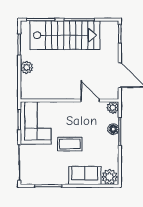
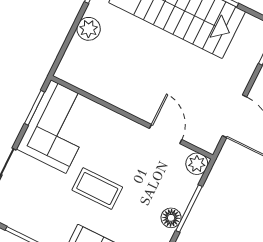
floor lamp: (113, 129) -> (171, 218), moved

